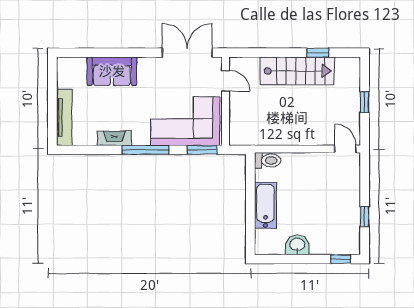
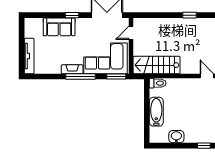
window: (132, 53) -> (72, 15), added
stairs: (297, 71) -> (157, 65), moved, turned 180
door: (226, 81) -> (131, 33), swing flipped
fireplace: (114, 138) -> (72, 69), moved

